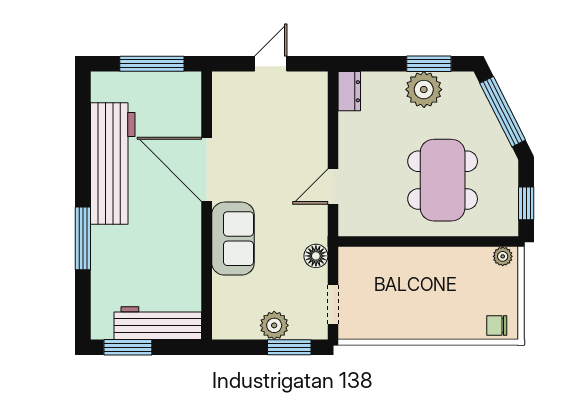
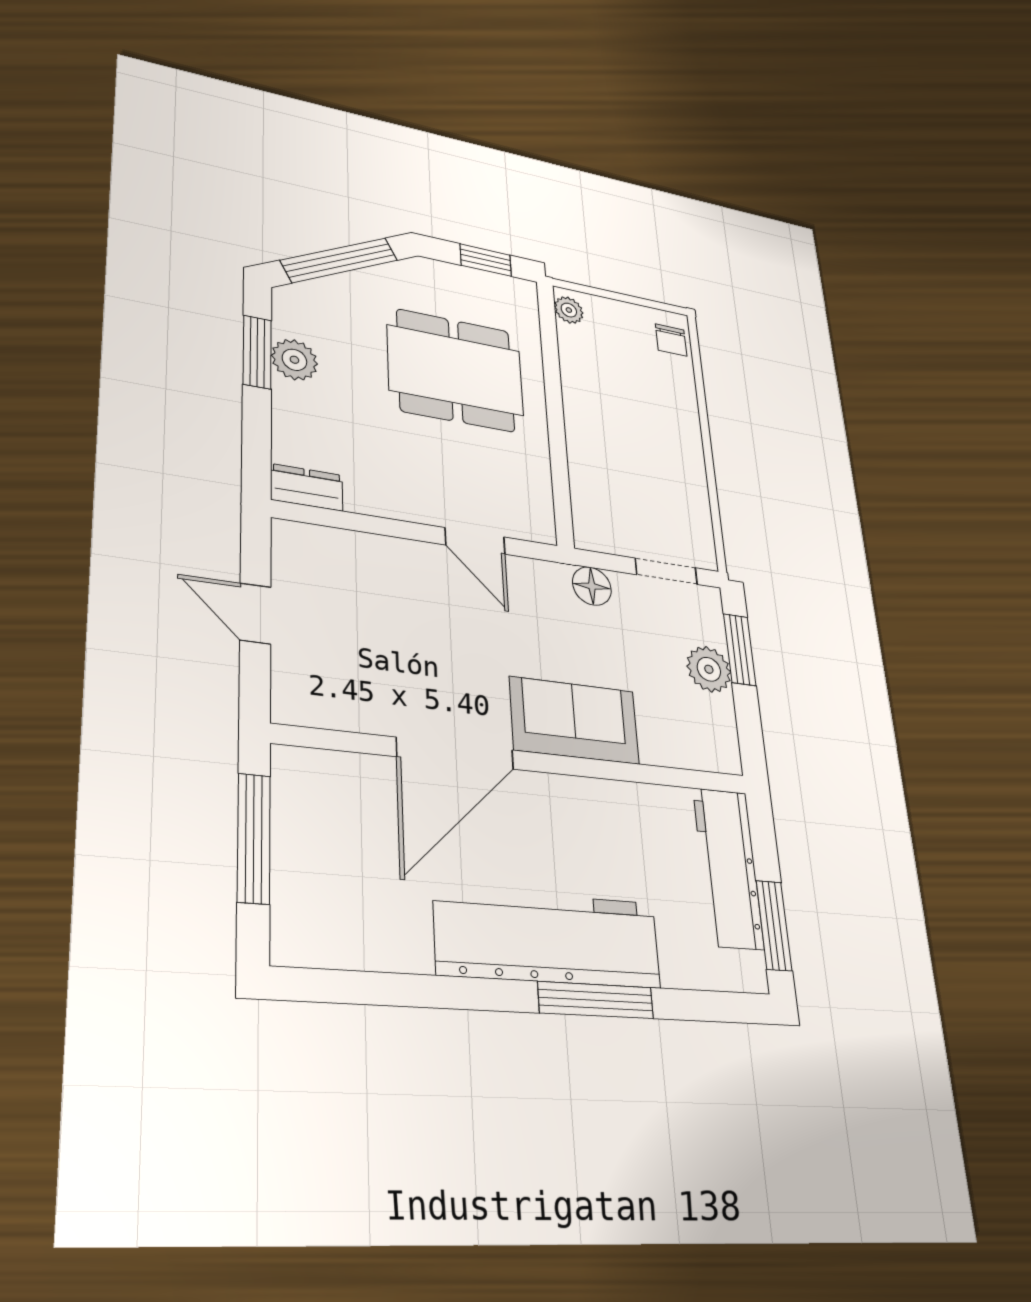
plant: (424, 90) -> (294, 360), width x0.73, depth x0.73
workbench: (113, 163) -> (548, 938), moved

